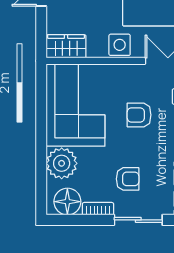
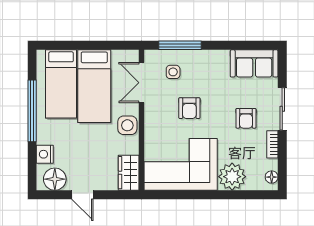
armchair: (128, 179) -> (246, 118), turned 180
floor lamp: (67, 202) -> (272, 177), width x0.53, depth x0.53

